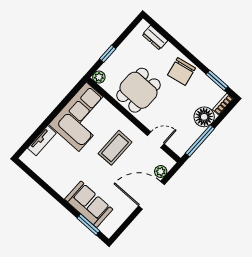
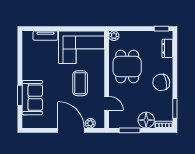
window: (108, 54) -> (161, 29), moved
dining table: (139, 90) -> (127, 67), turned 90
window: (200, 141) -> (130, 130), width x0.69
coffee table: (115, 148) -> (80, 83), turned 90
window: (88, 225) -> (20, 95), moved

